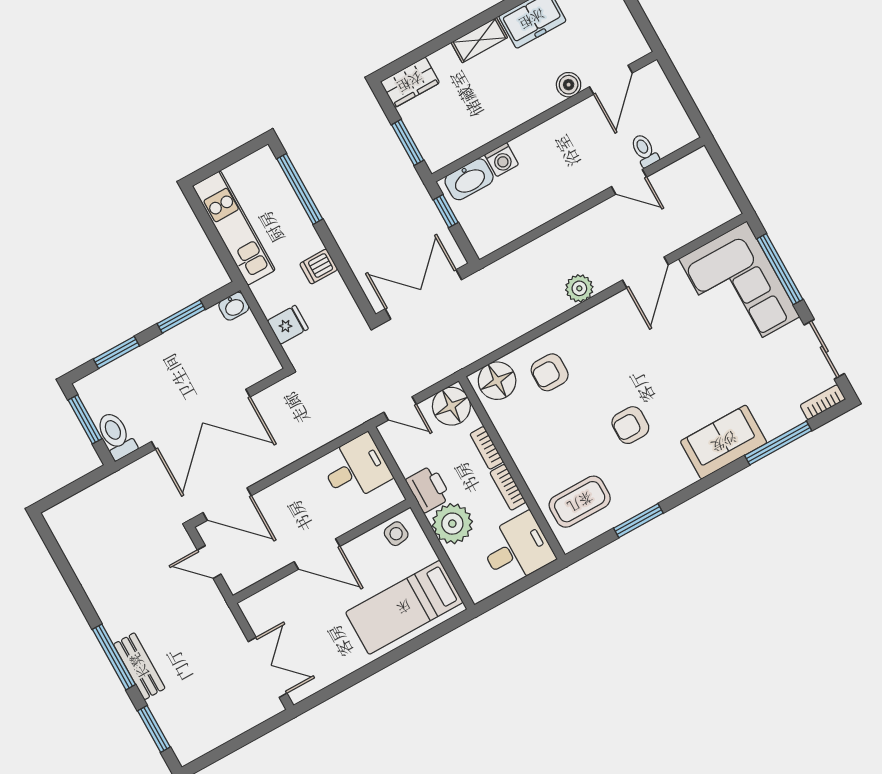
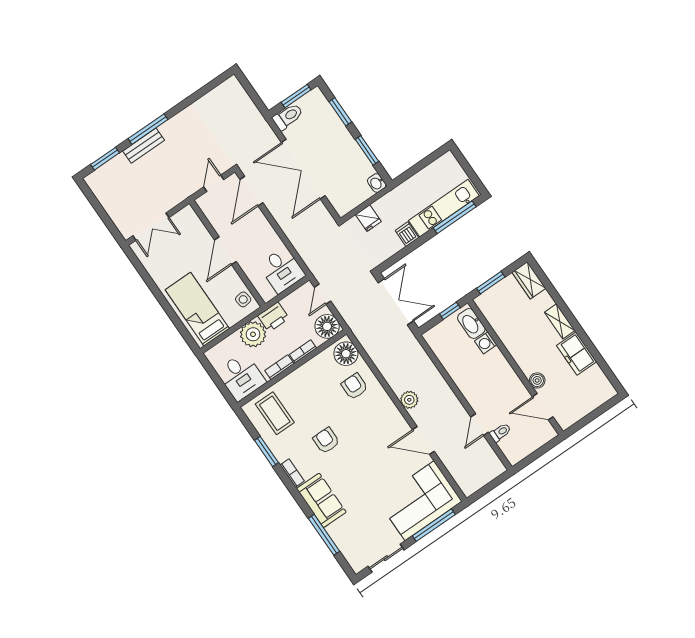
kitchen unit: (234, 228) -> (444, 208), moved, turned 180
bookcase: (823, 402) -> (292, 473), moved

